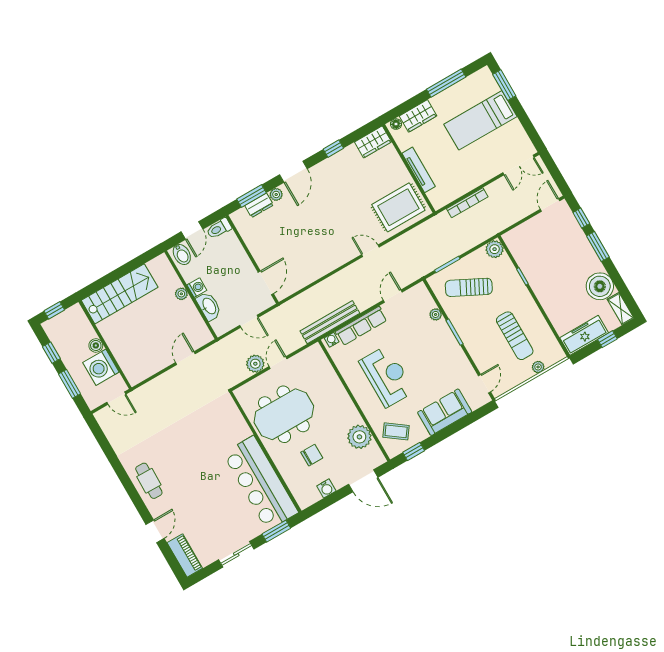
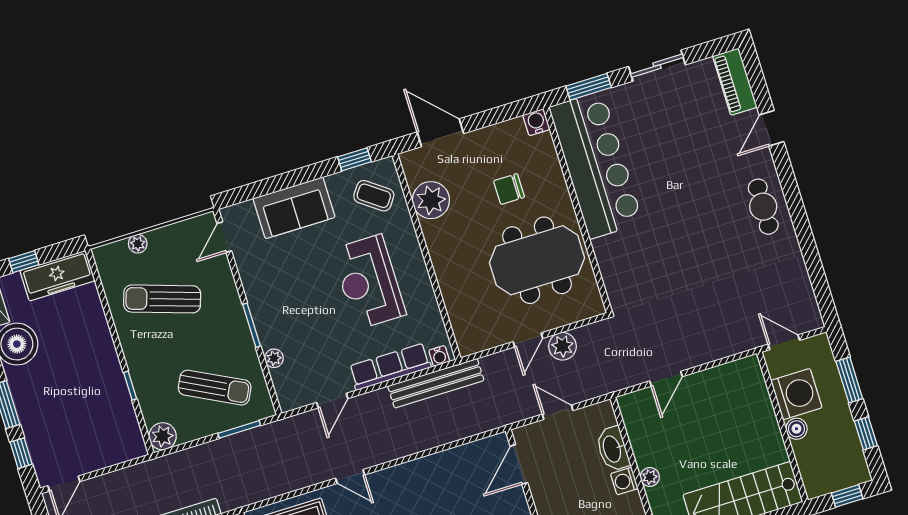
sun lounger: (515, 336) -> (162, 299), turned -72
water cooler: (326, 488) -> (536, 122), moved

